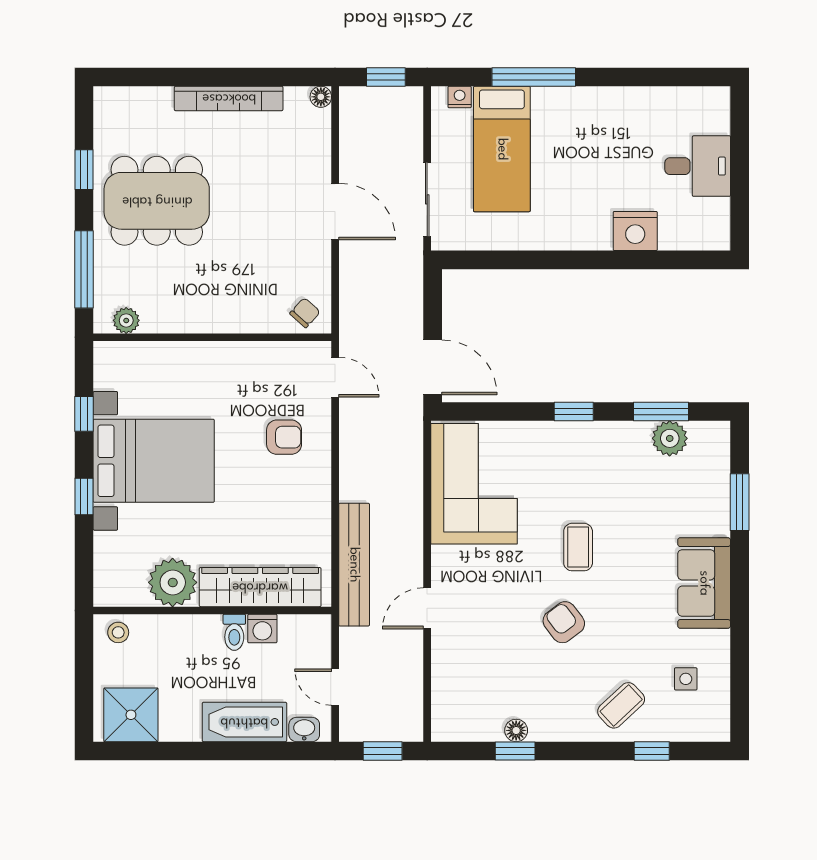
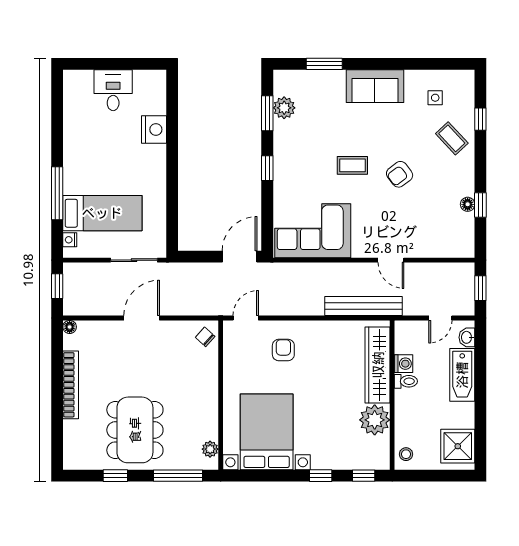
window: (84, 414) -> (364, 476), moved
bed with nightstands: (154, 461) -> (267, 432), moved

